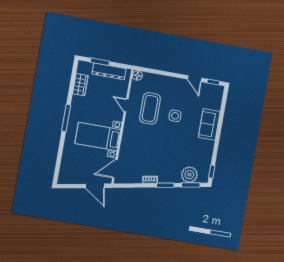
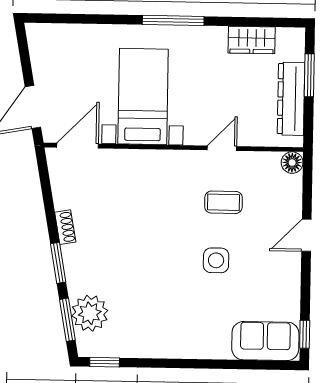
door: (195, 79) -> (306, 235), moved
coffee table: (150, 108) -> (224, 202), width x0.54, depth x0.58
sofa: (209, 124) -> (265, 341), moved
door: (115, 169) -> (78, 146), hinge flipped

